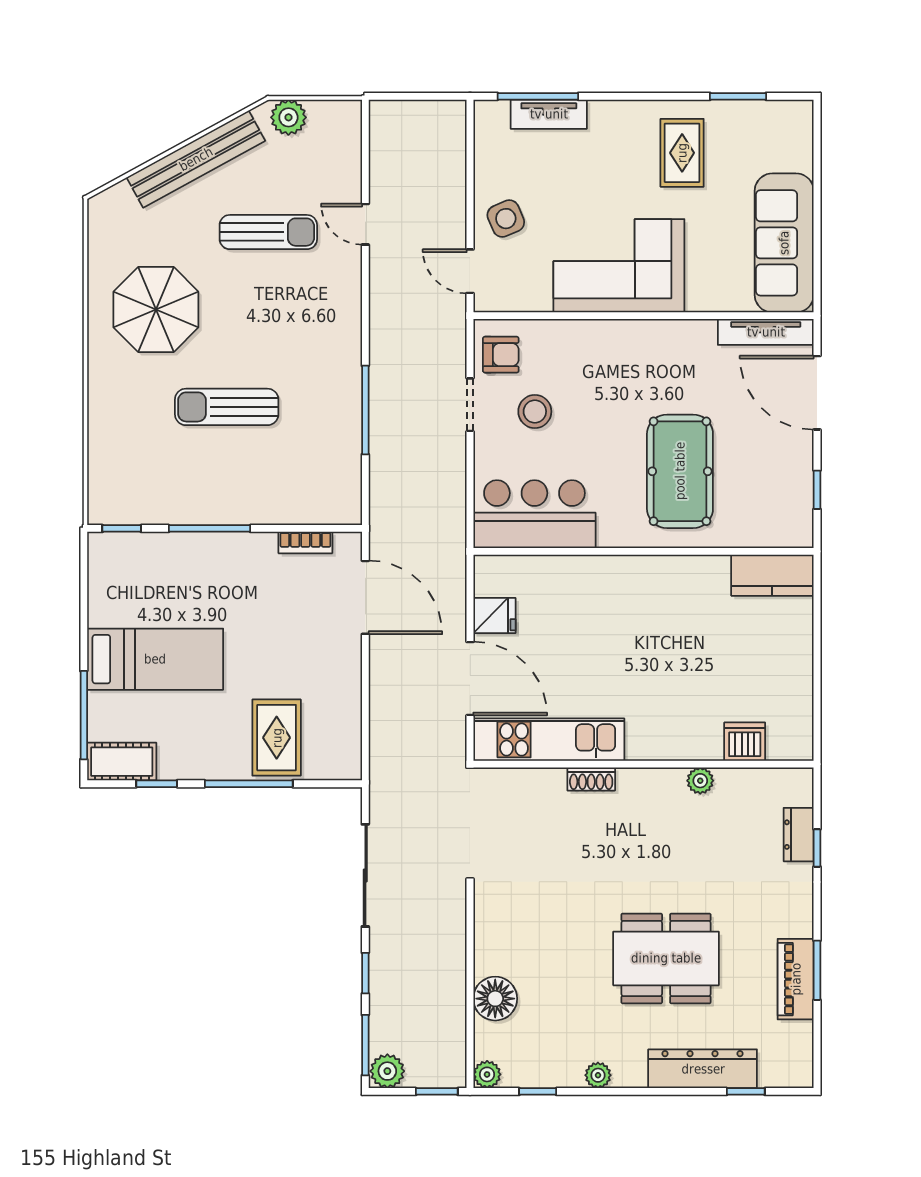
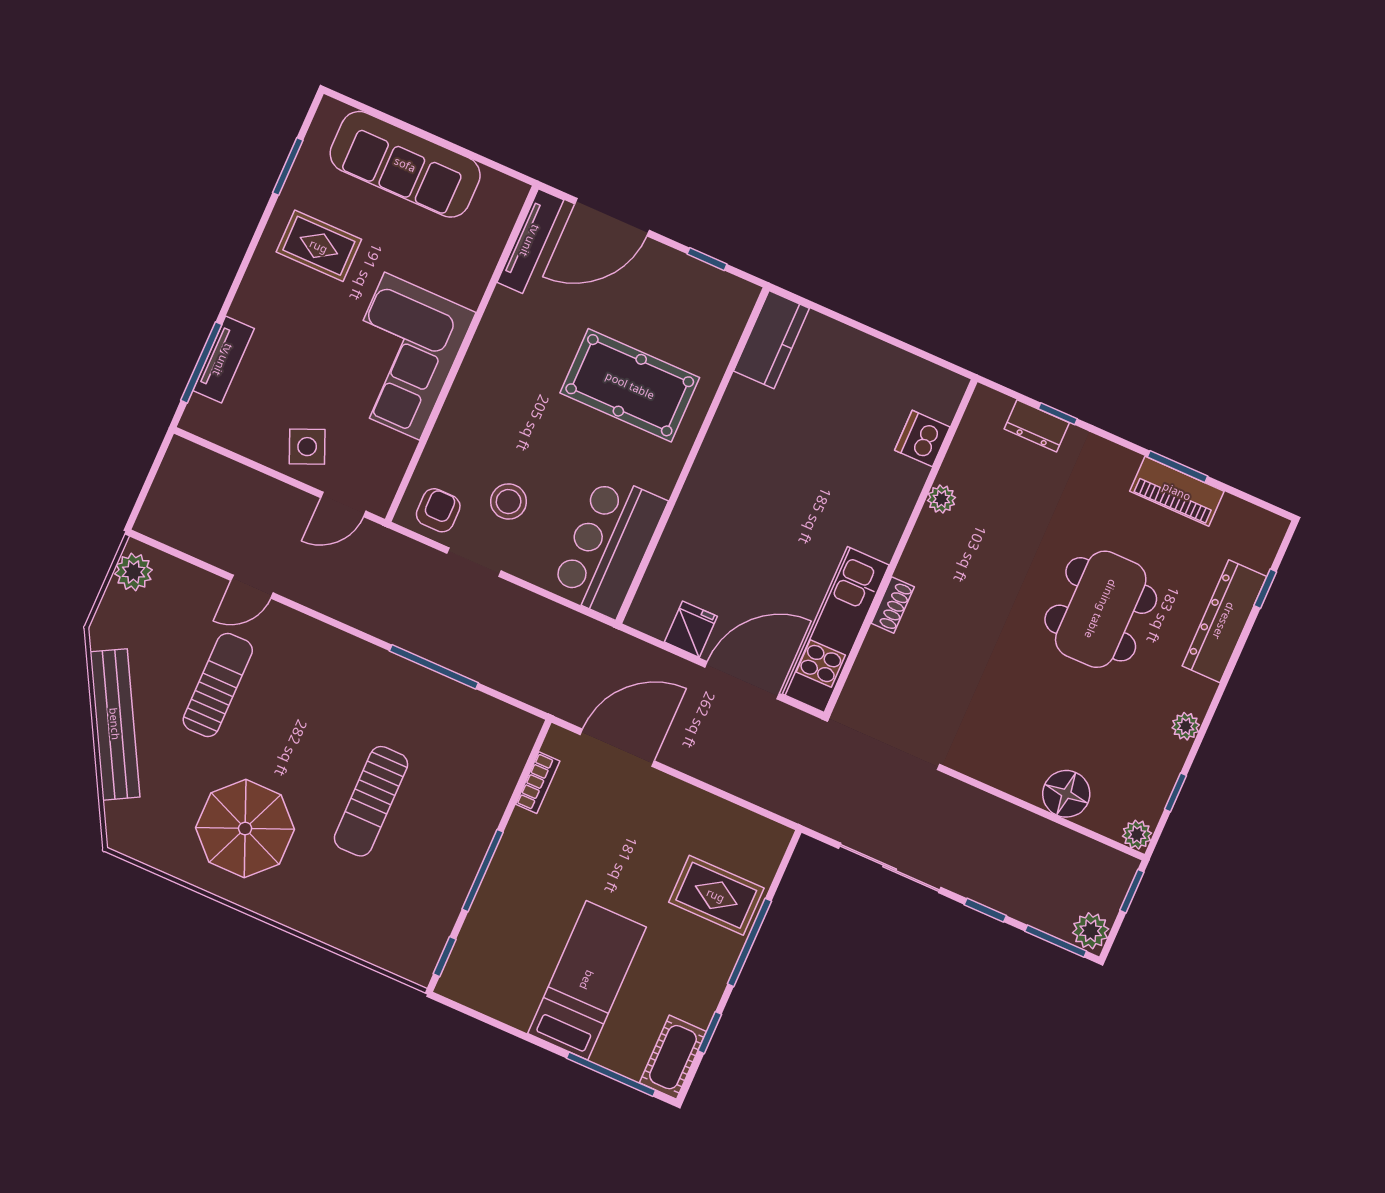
plant: (288, 117) -> (133, 572), moved
sofa: (784, 243) -> (405, 164), moved

